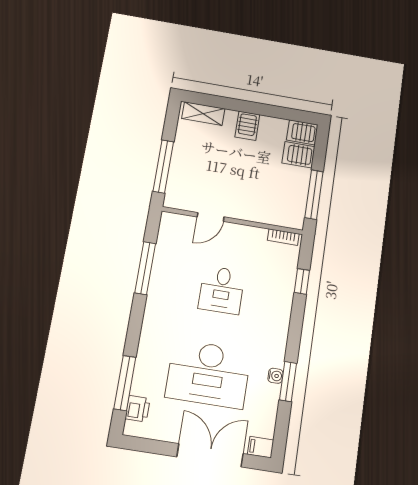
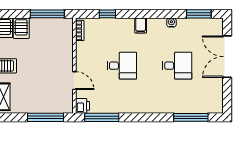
window: (145, 268) -> (102, 117), moved
desk: (208, 374) -> (177, 66), width x0.53, depth x0.77
window: (288, 381) -> (199, 14), moved
printer: (138, 409) -> (83, 106), moved, turned 90
filing cabinet: (261, 447) -> (141, 26), moved

